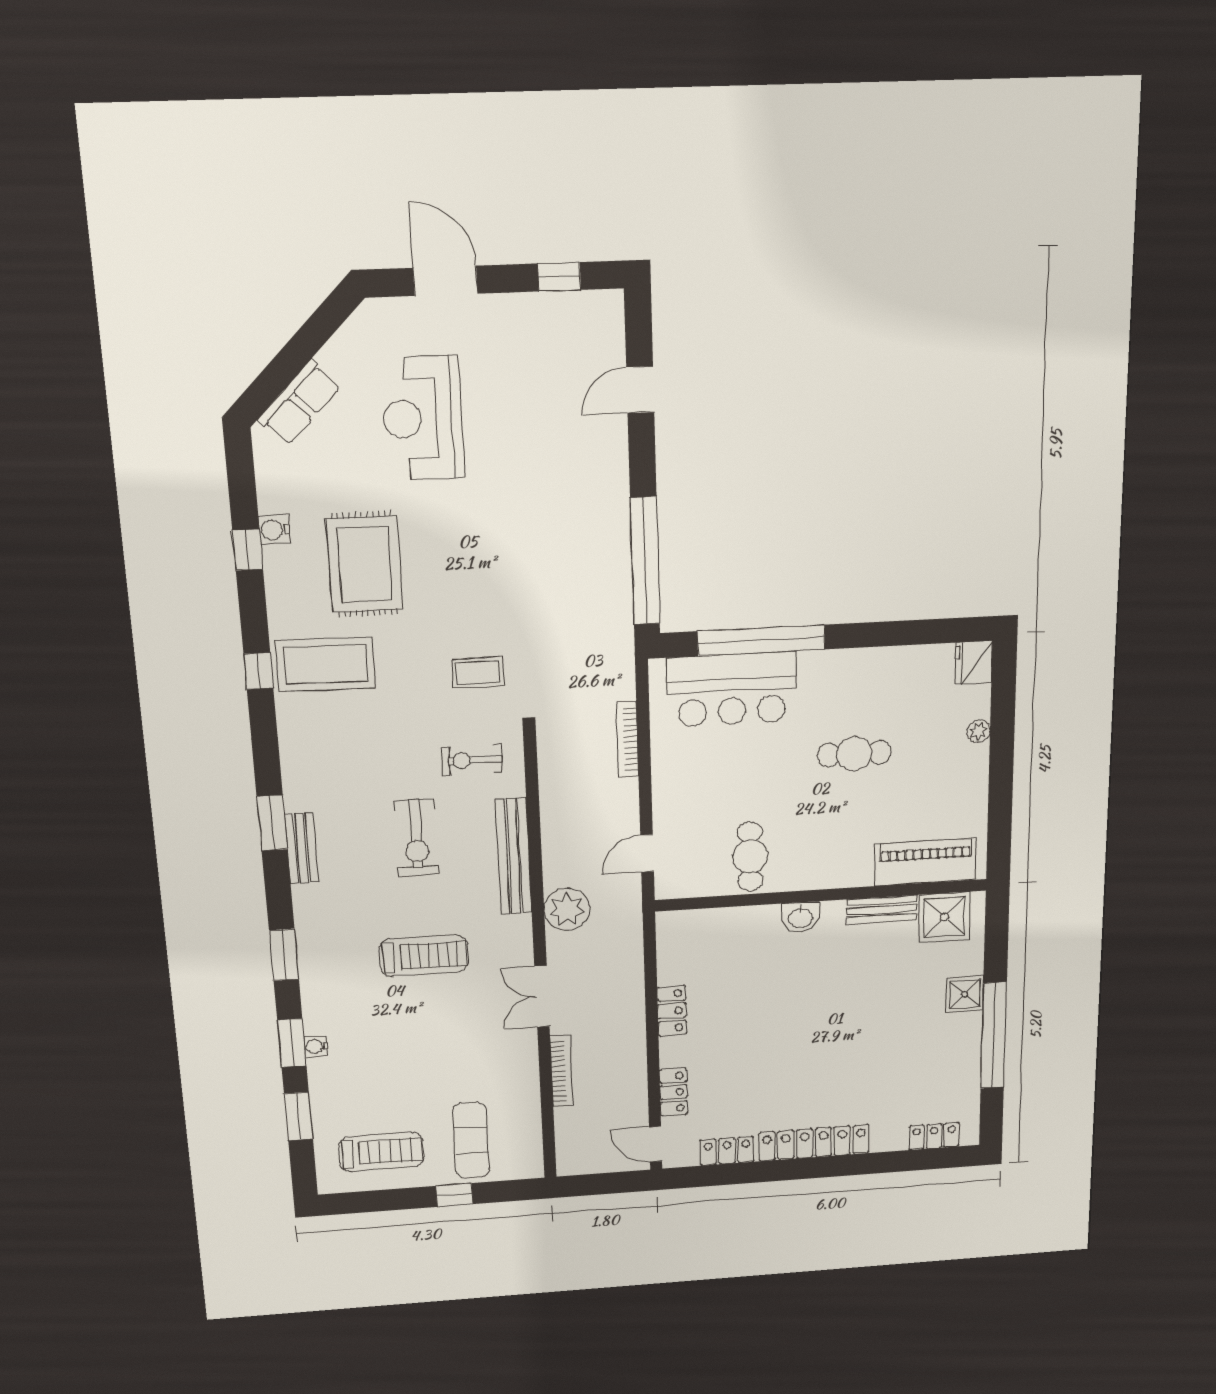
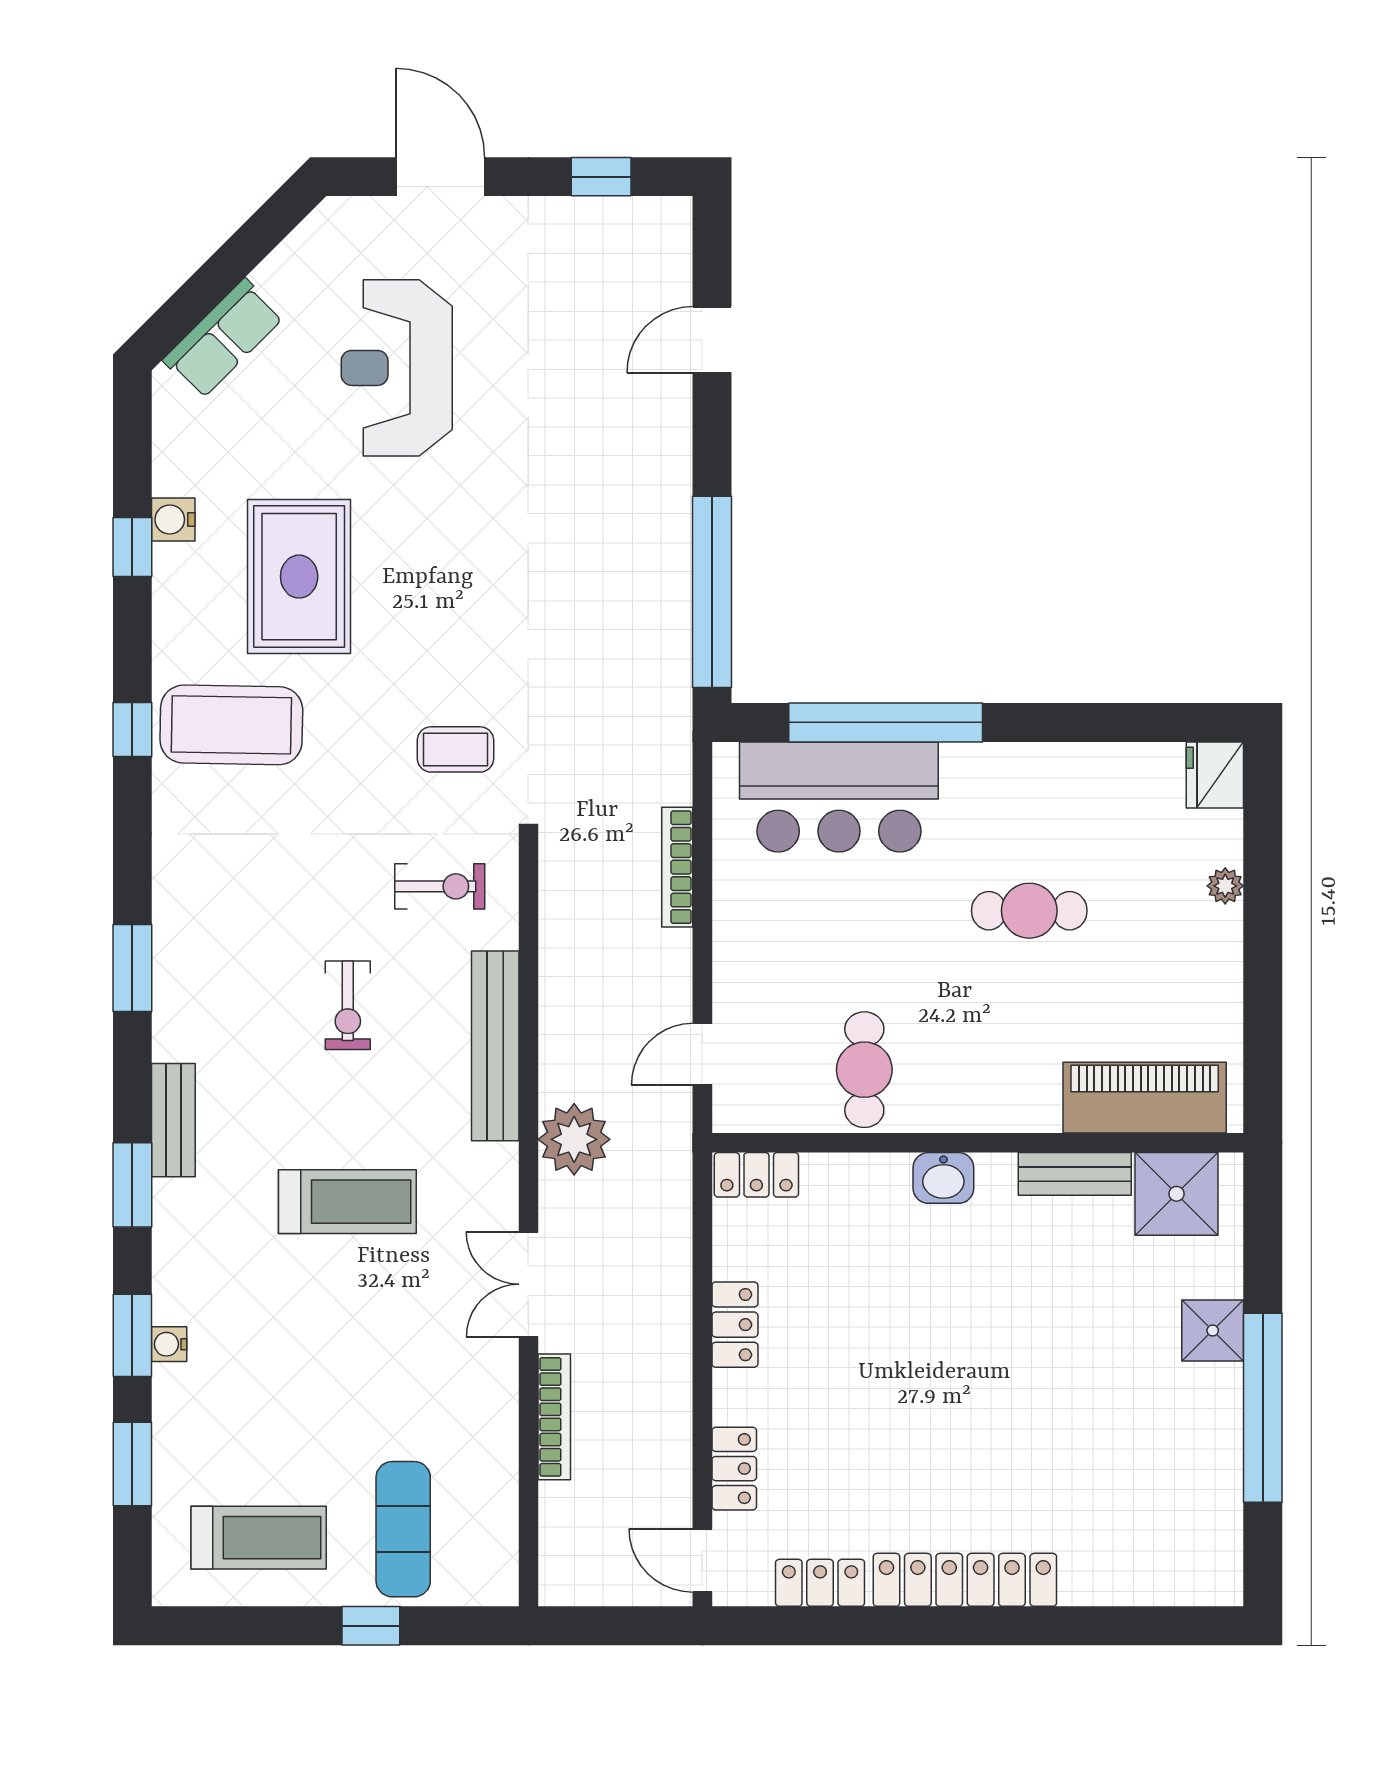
exercise bike: (472, 760) -> (440, 886), turned 180
exercise bike: (416, 837) -> (348, 1005), width x0.73, depth x0.72
bench: (302, 848) -> (173, 1120), moved
locker: (934, 1136) -> (756, 1175), moved, turned 180

